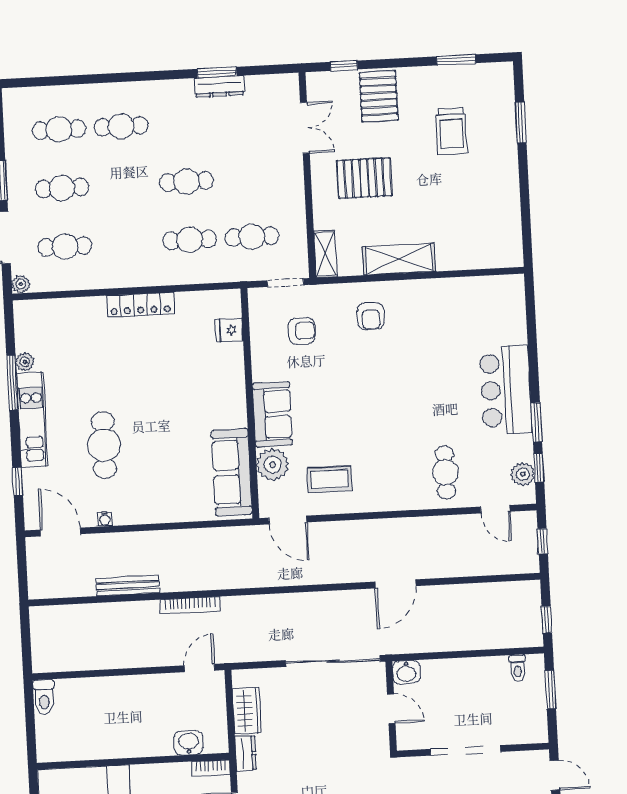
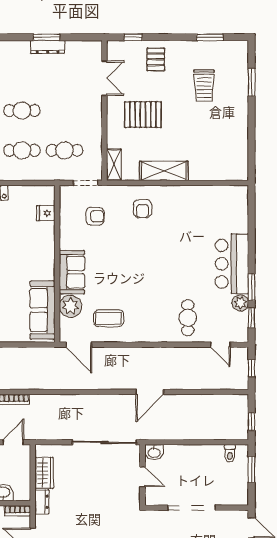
pallet: (379, 96) -> (156, 59), width x0.67, depth x0.71
plant: (523, 474) -> (240, 303), moved

